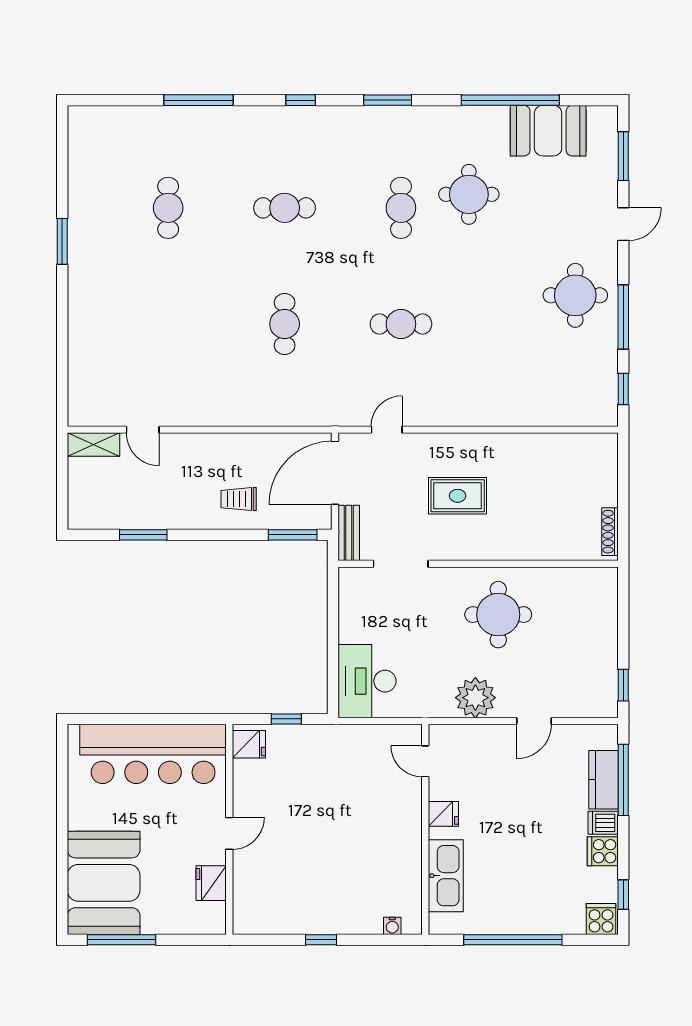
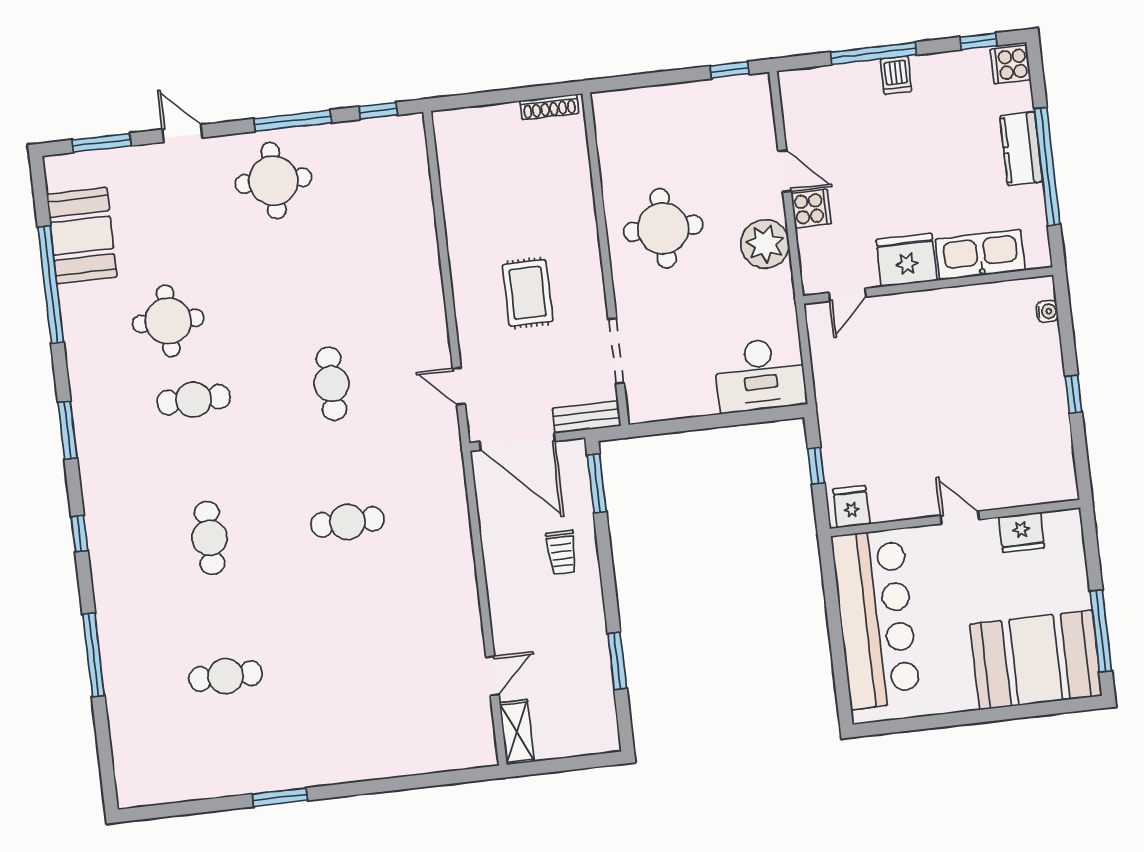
kitchen counter: (603, 780) -> (1021, 149), moved, turned 90
window: (623, 780) -> (873, 53), moved
fridge: (443, 814) -> (907, 260), width x1.88, depth x1.34
cooker: (603, 851) -> (811, 209), moved, turned -90

